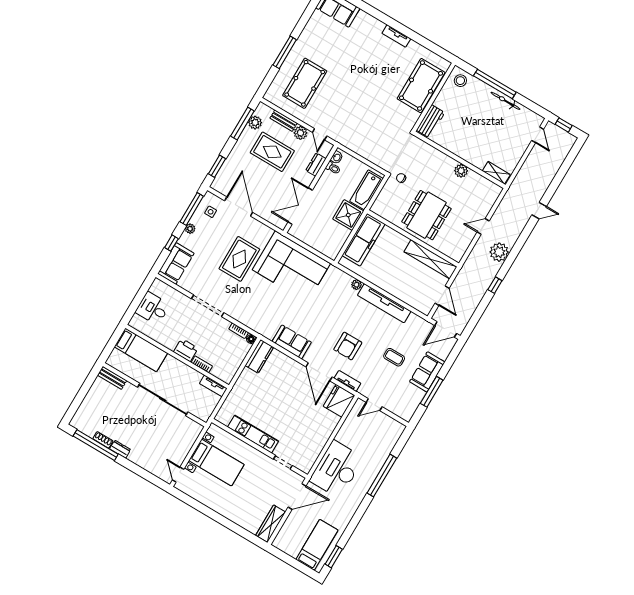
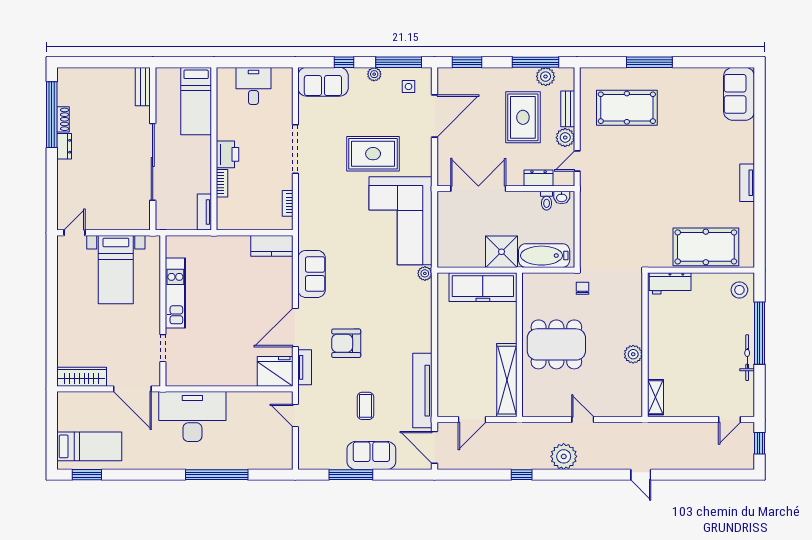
plant: (356, 285) -> (425, 273), moved
tv unit: (384, 303) -> (422, 391), moved
floor lamp: (251, 339) -> (287, 224), removed

